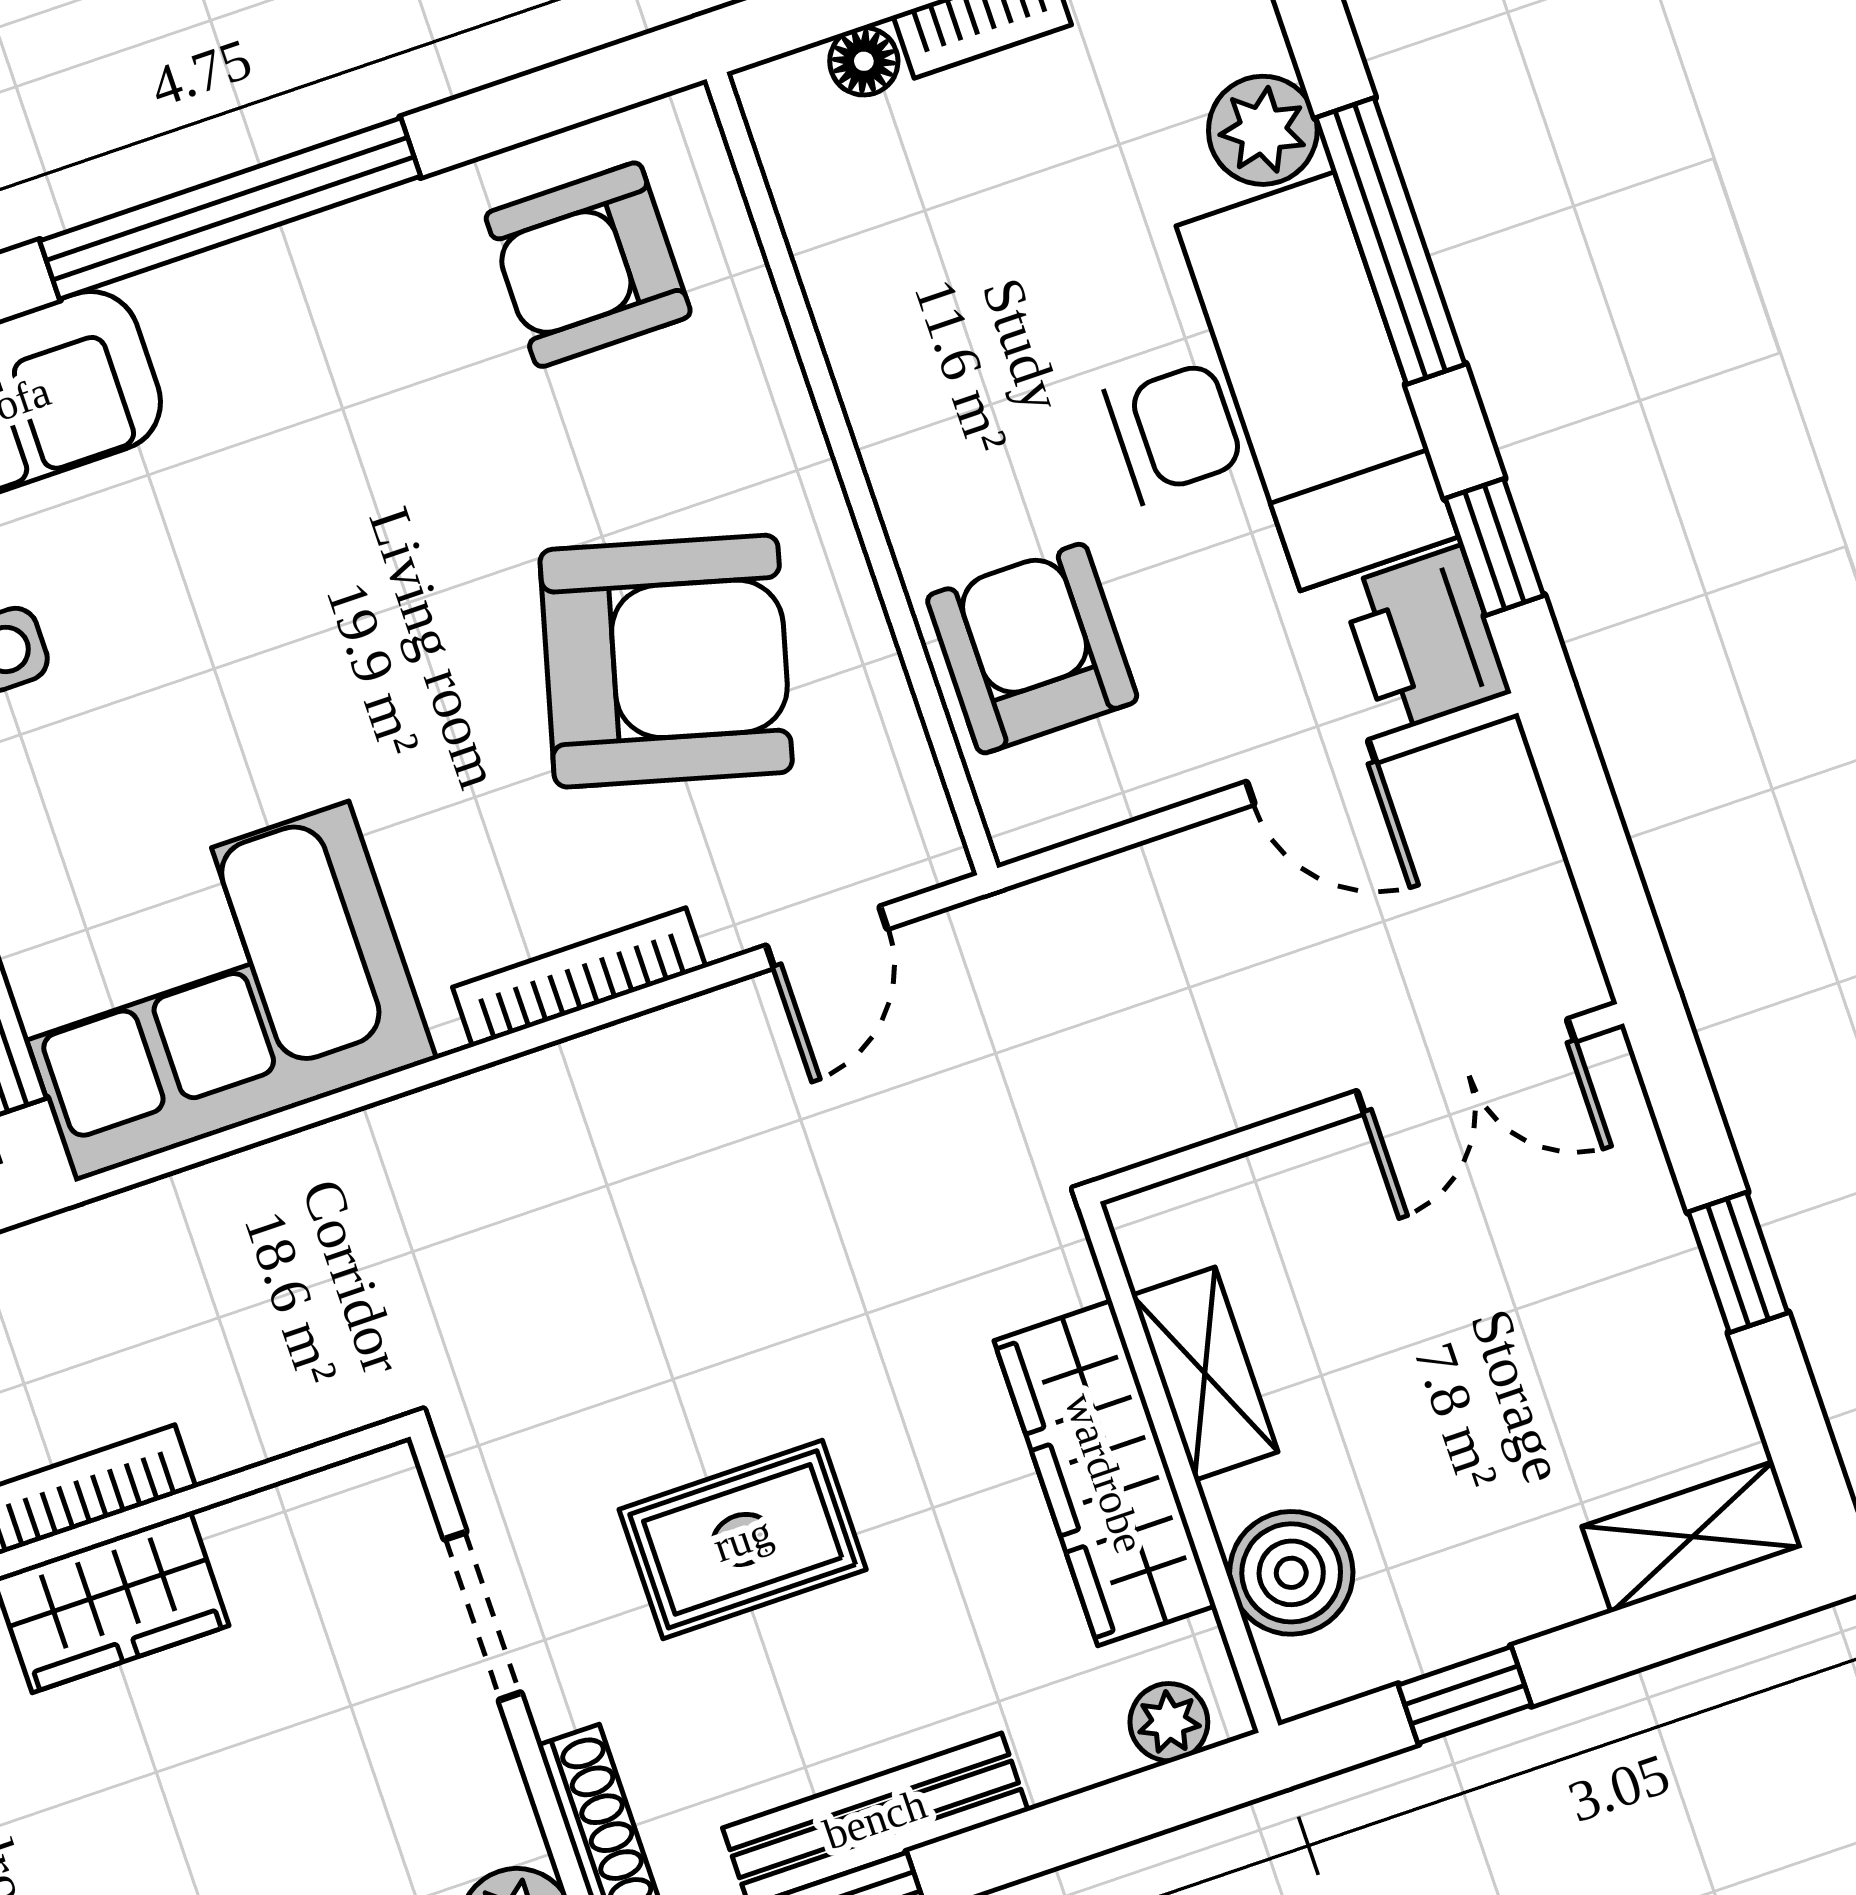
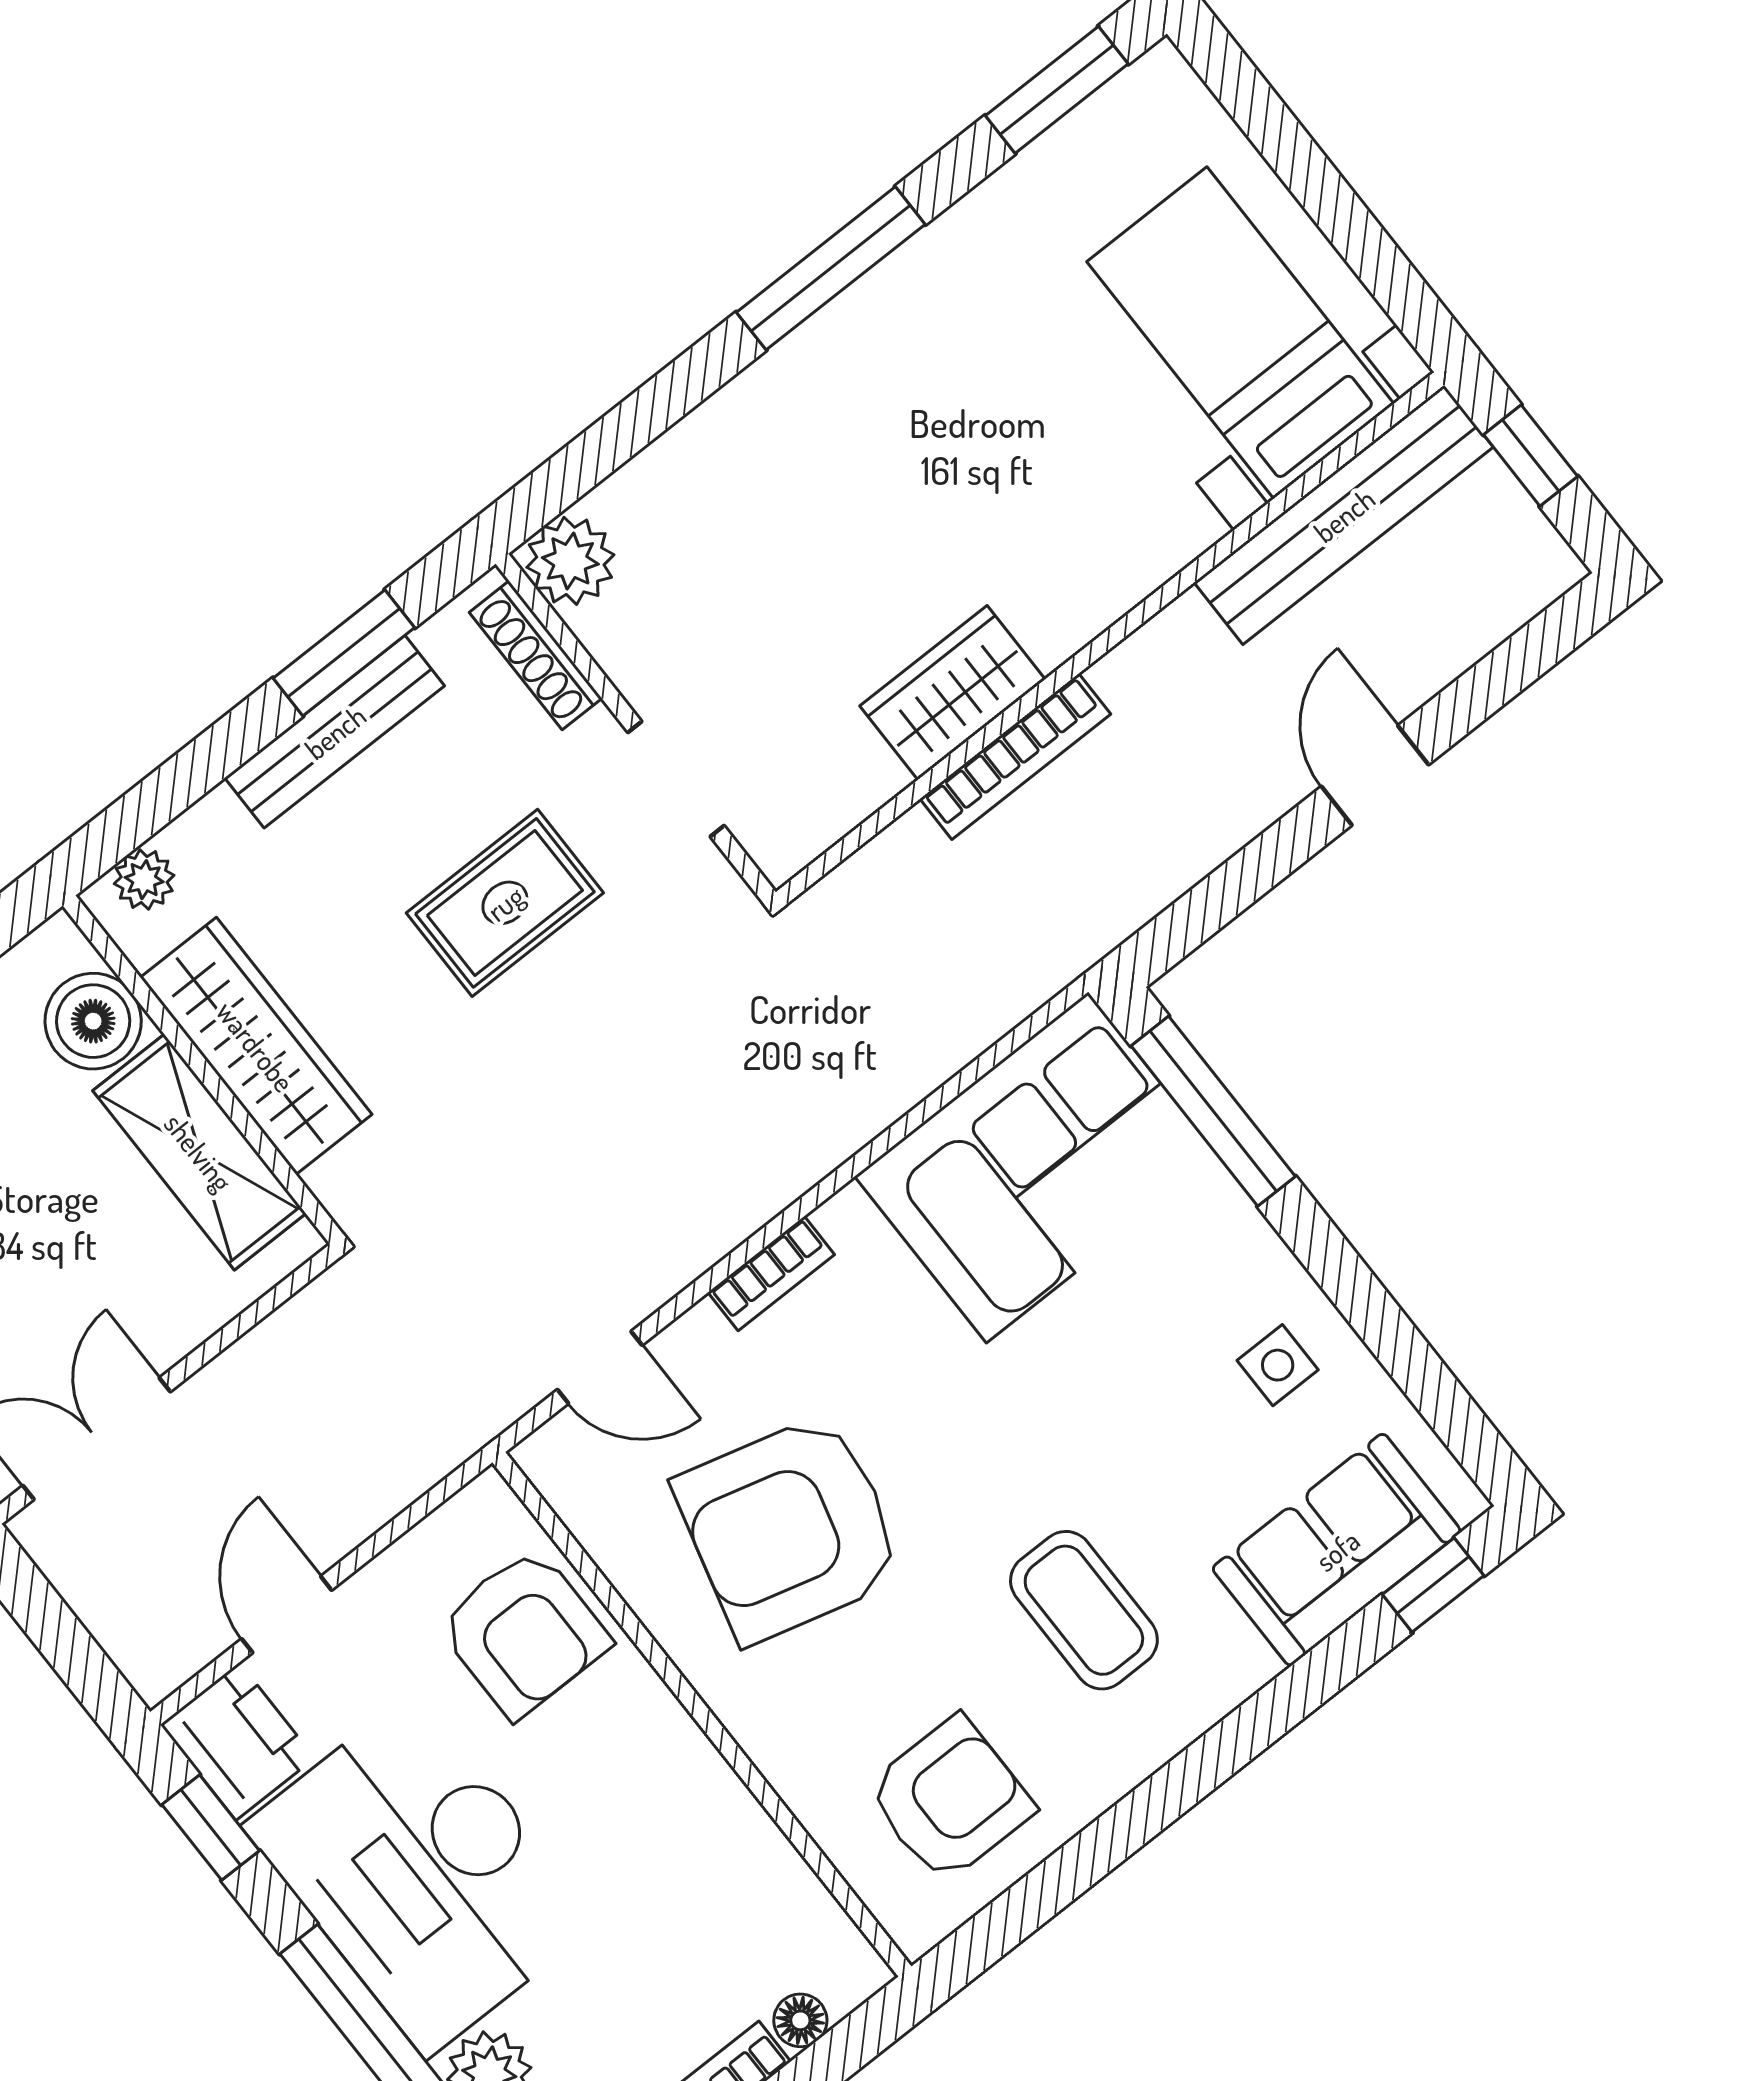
window: (230, 209) -> (1228, 1747), removed
coffee table: (345, 436) -> (1084, 1610), added
door: (1311, 772) -> (287, 1614), hinge flipped
door: (827, 937) -> (600, 1367), swing flipped
bookcase: (579, 977) -> (771, 1273), width x0.64
shelving: (1205, 1374) -> (199, 1152), width x1.50, depth x1.33

